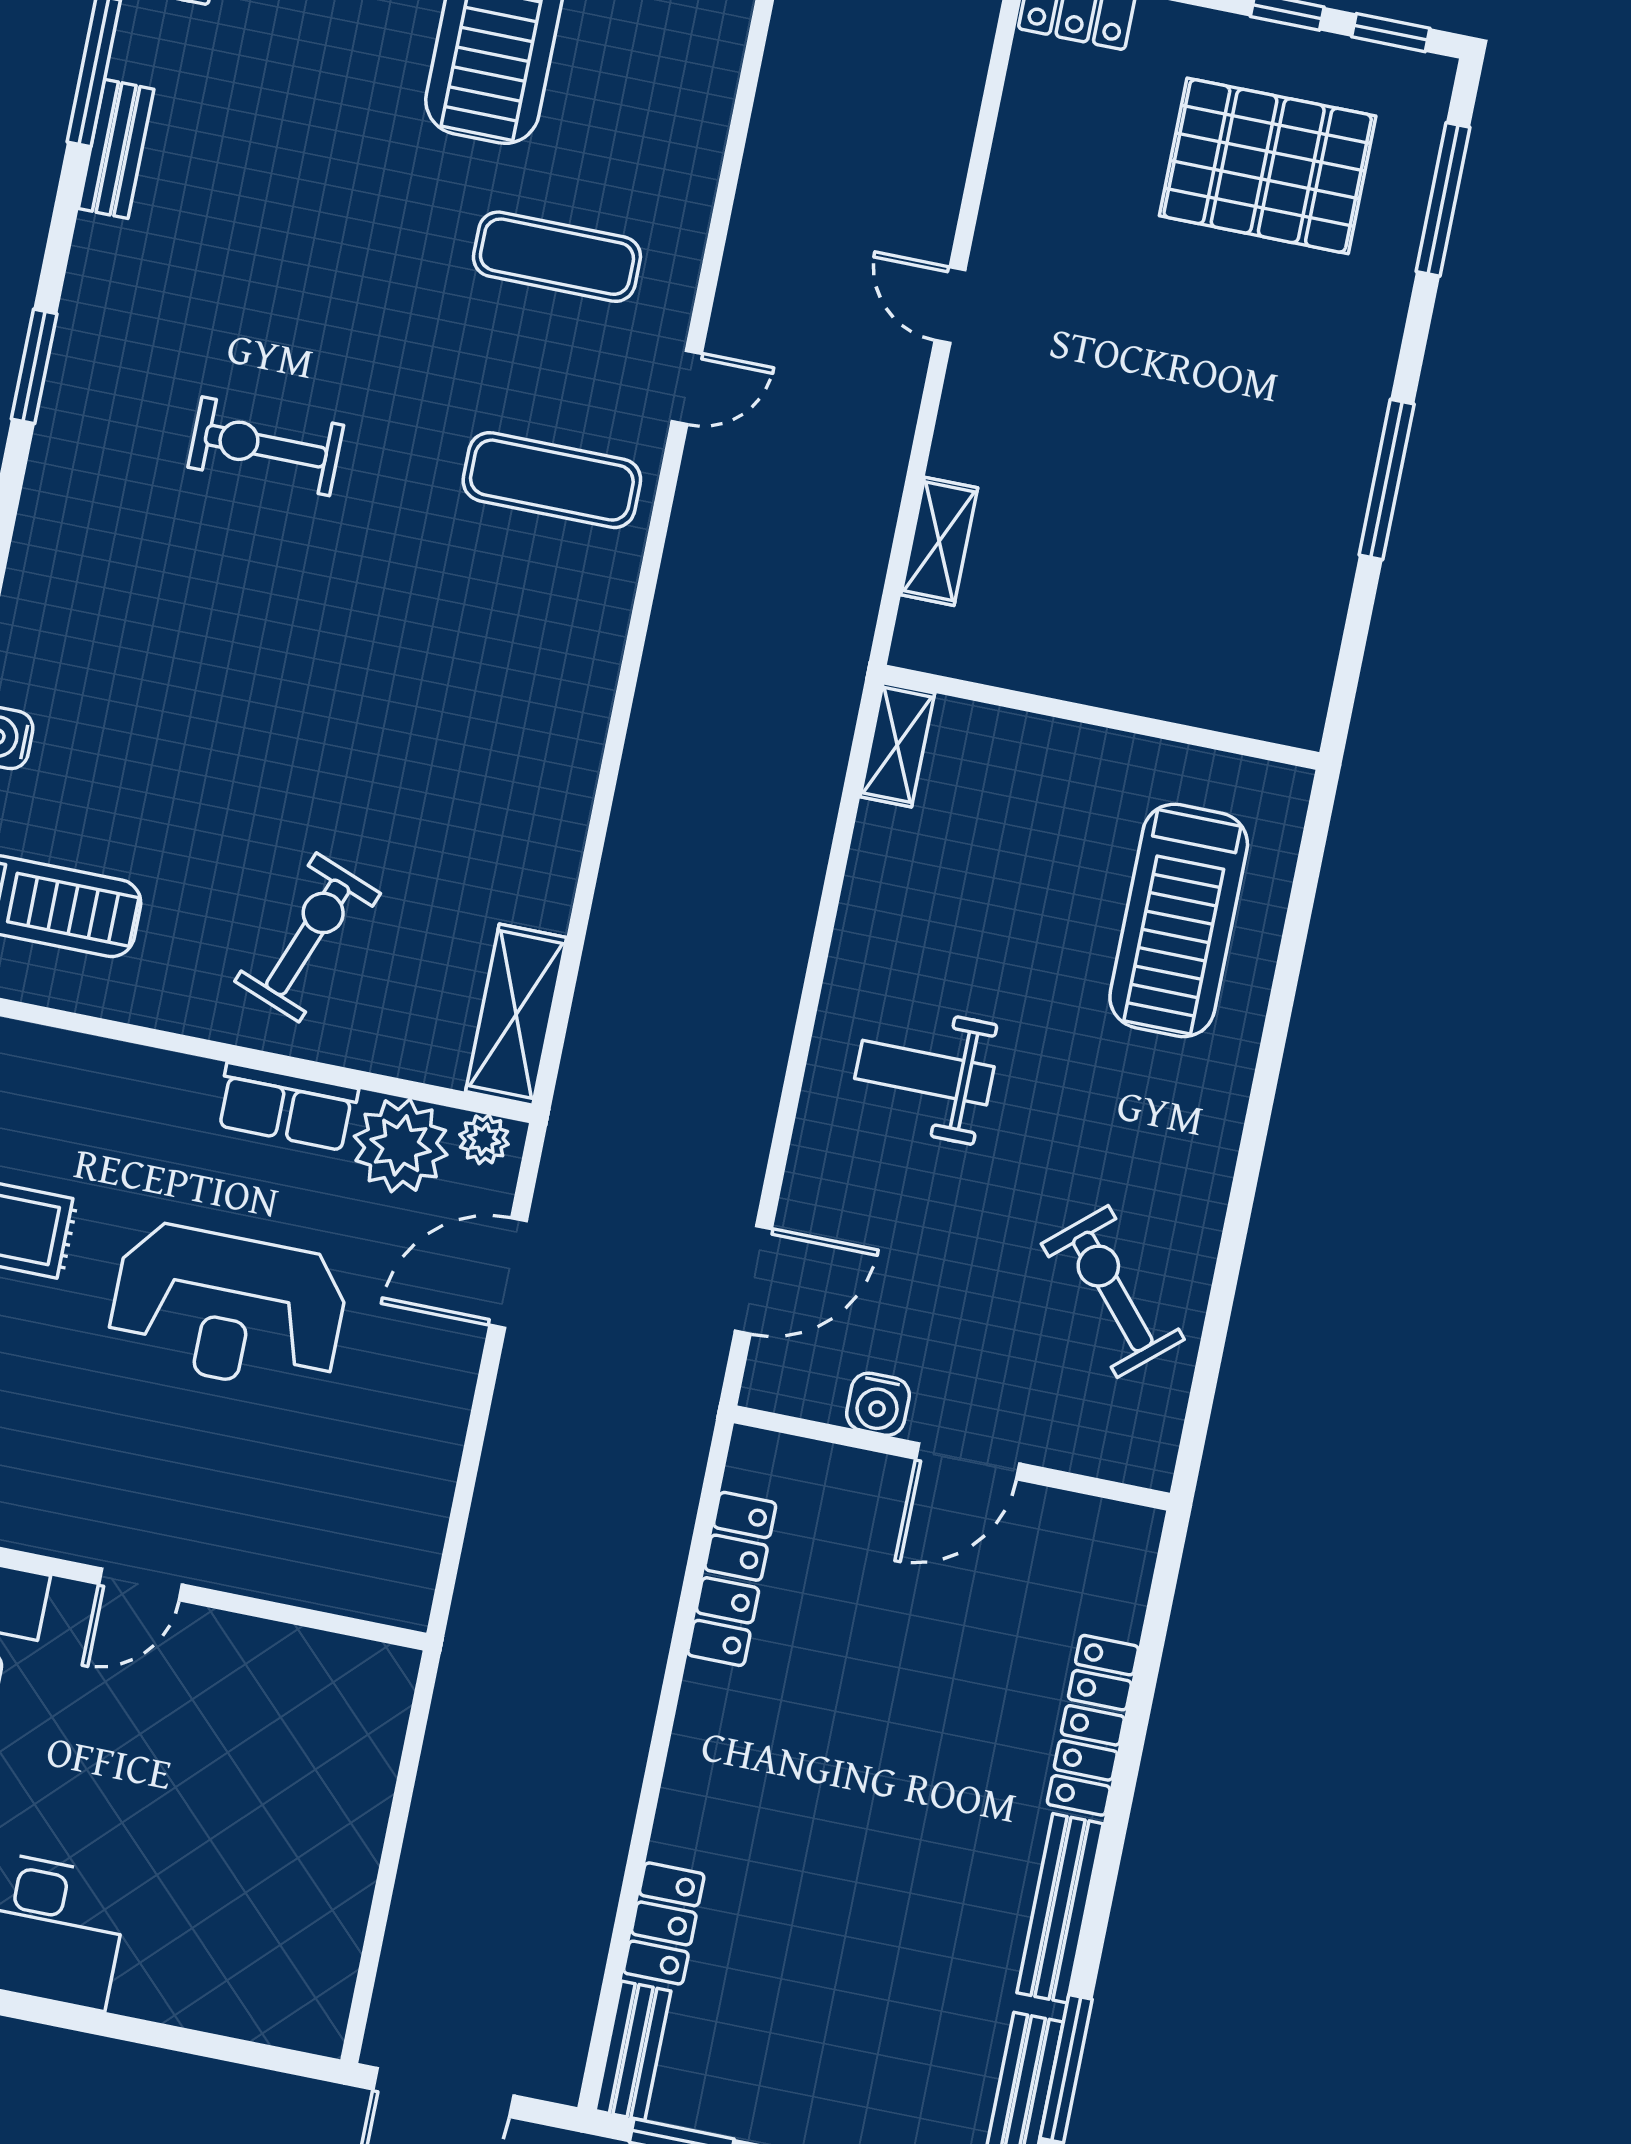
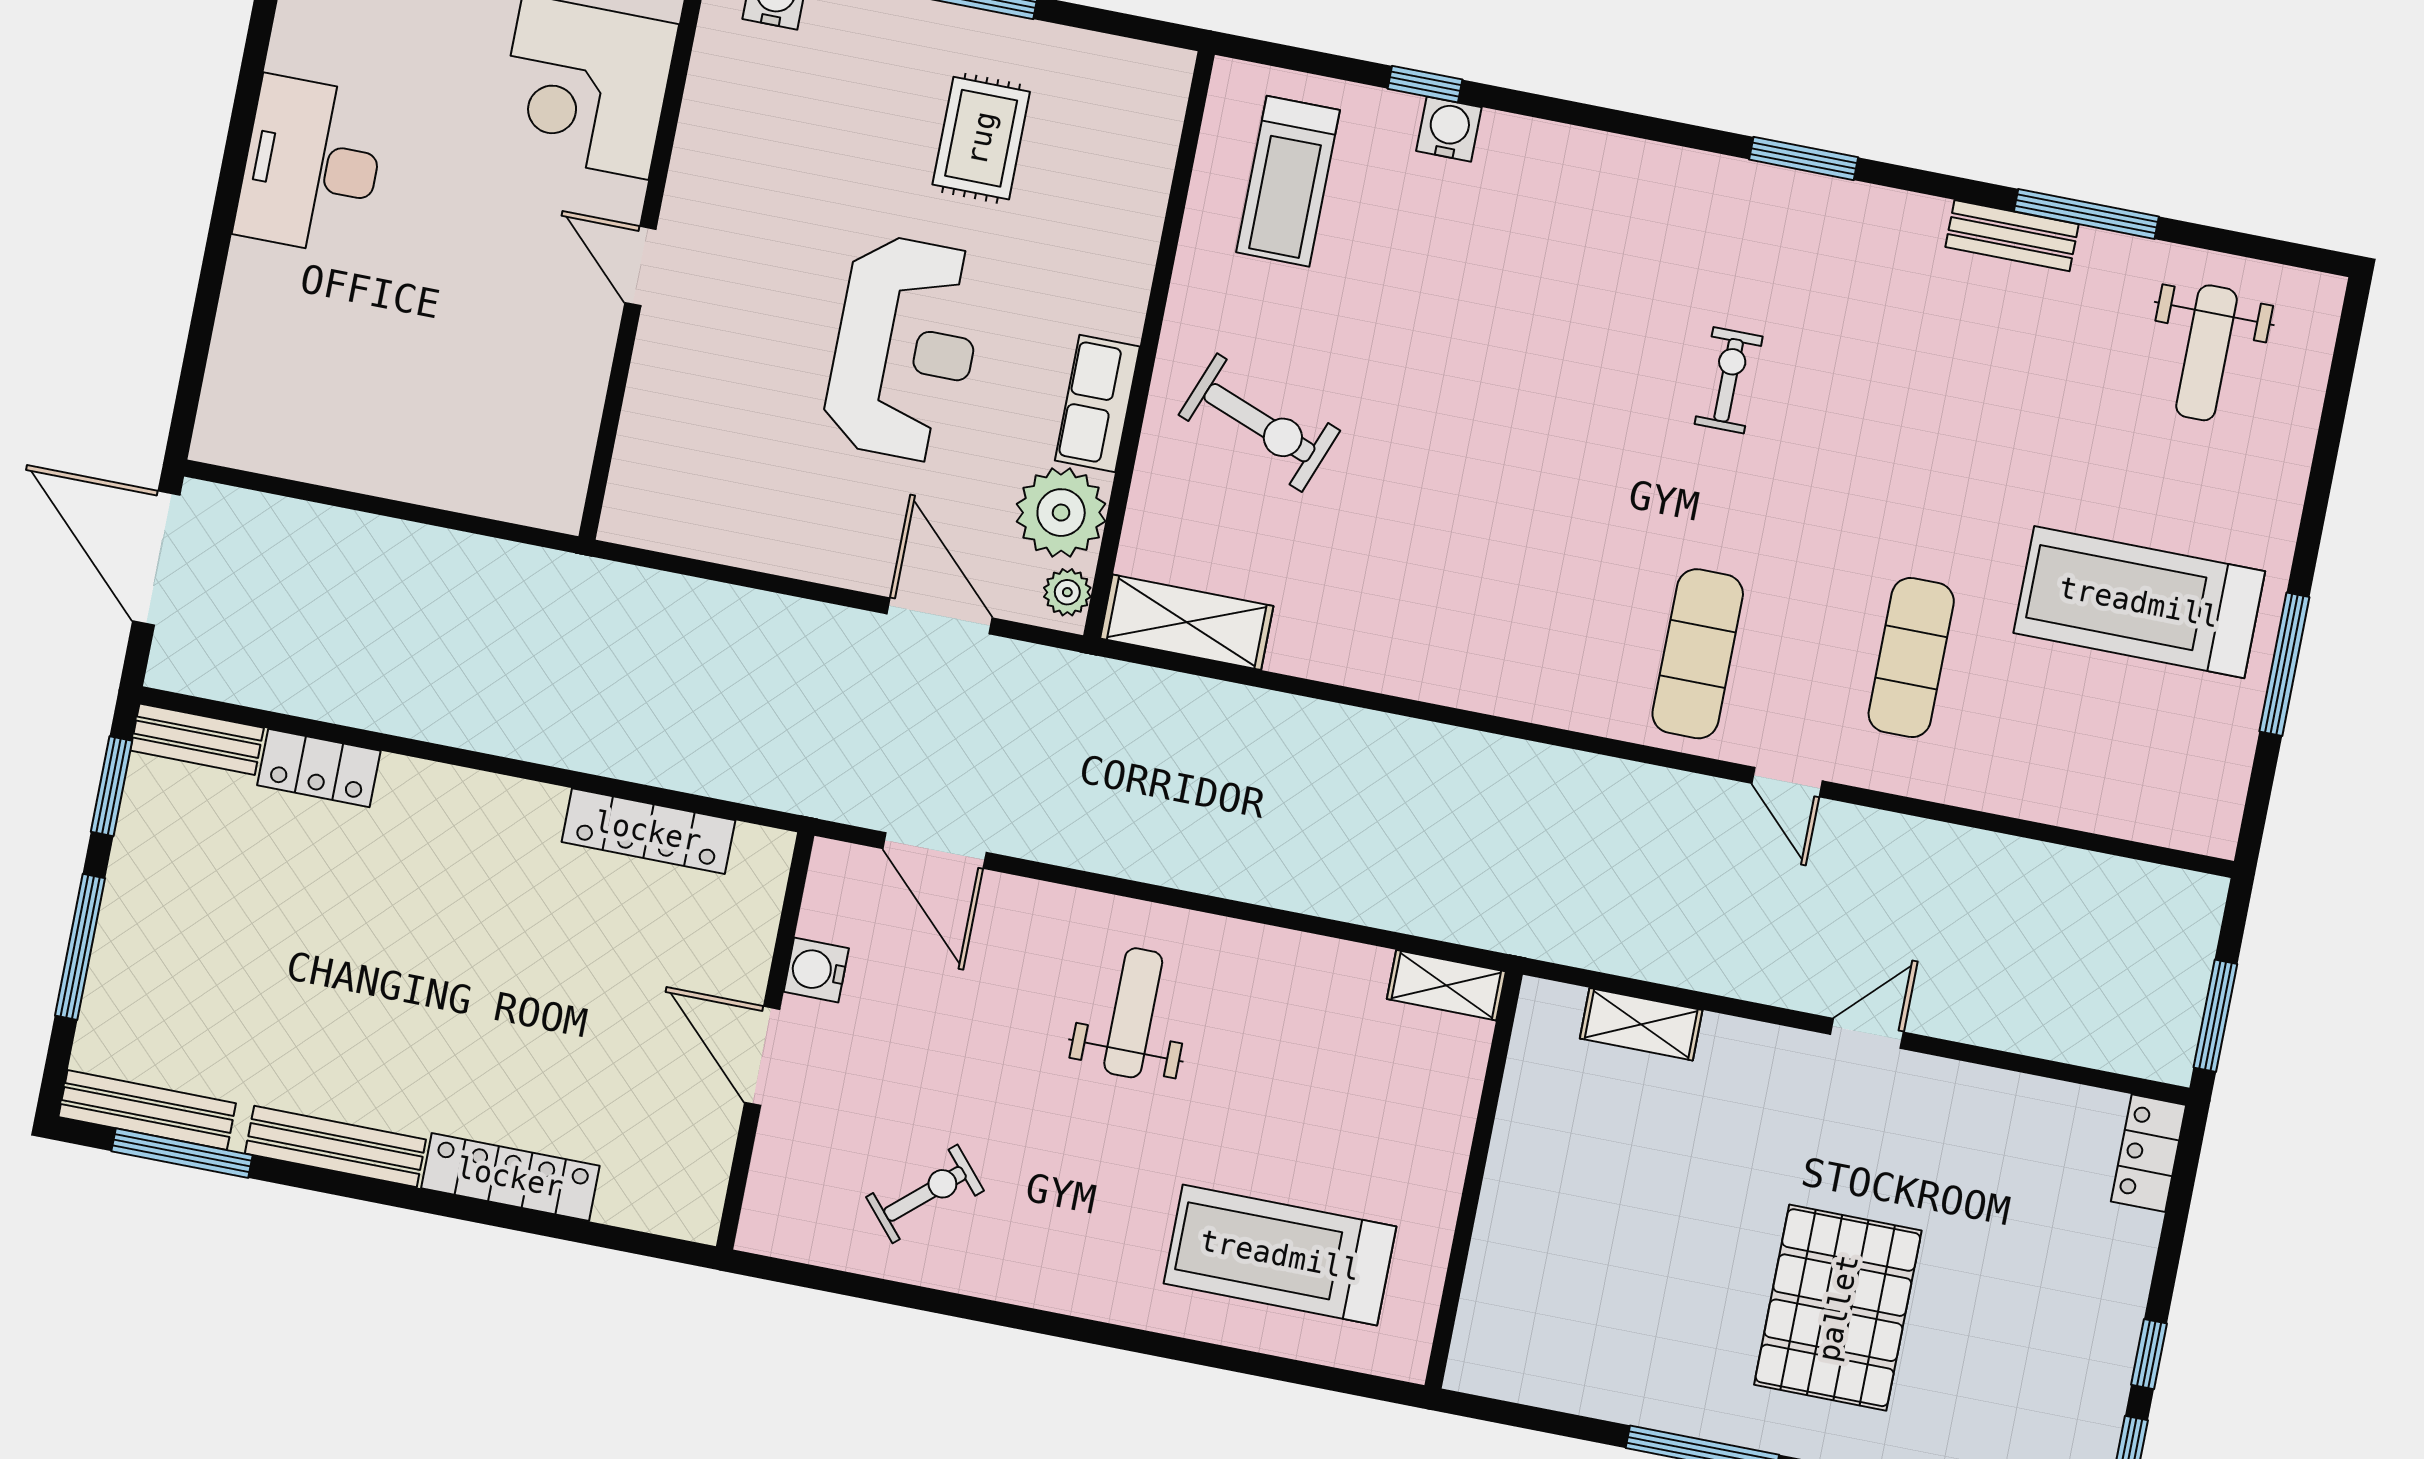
pallet: (1268, 166) -> (1838, 1308), moved
exercise bike: (266, 446) -> (1729, 380), width x0.73, depth x0.72
exercise bike: (1113, 1292) -> (925, 1194), width x0.73, depth x0.72
reception desk: (228, 1308) -> (905, 349), turned 180

